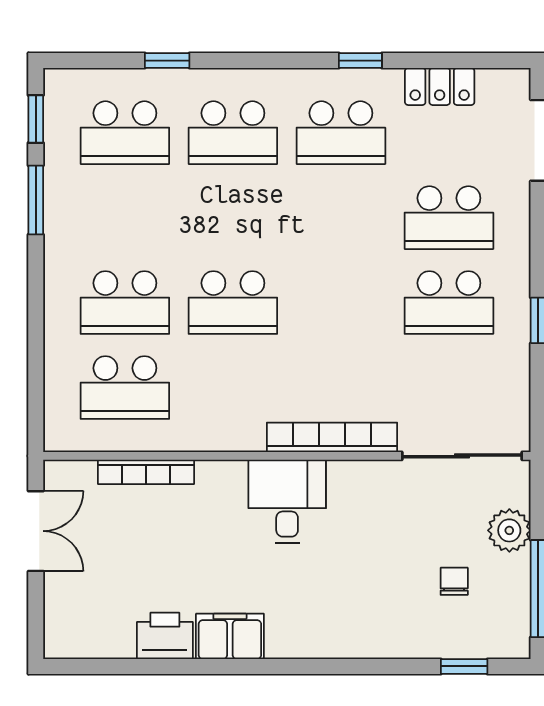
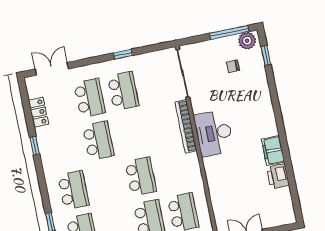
school desk: (341, 133) -> (98, 141), moved
bookcase: (146, 472) -> (215, 197), removed
desk: (287, 501) -> (214, 133), width x1.37
plant: (509, 530) -> (247, 41), moved

